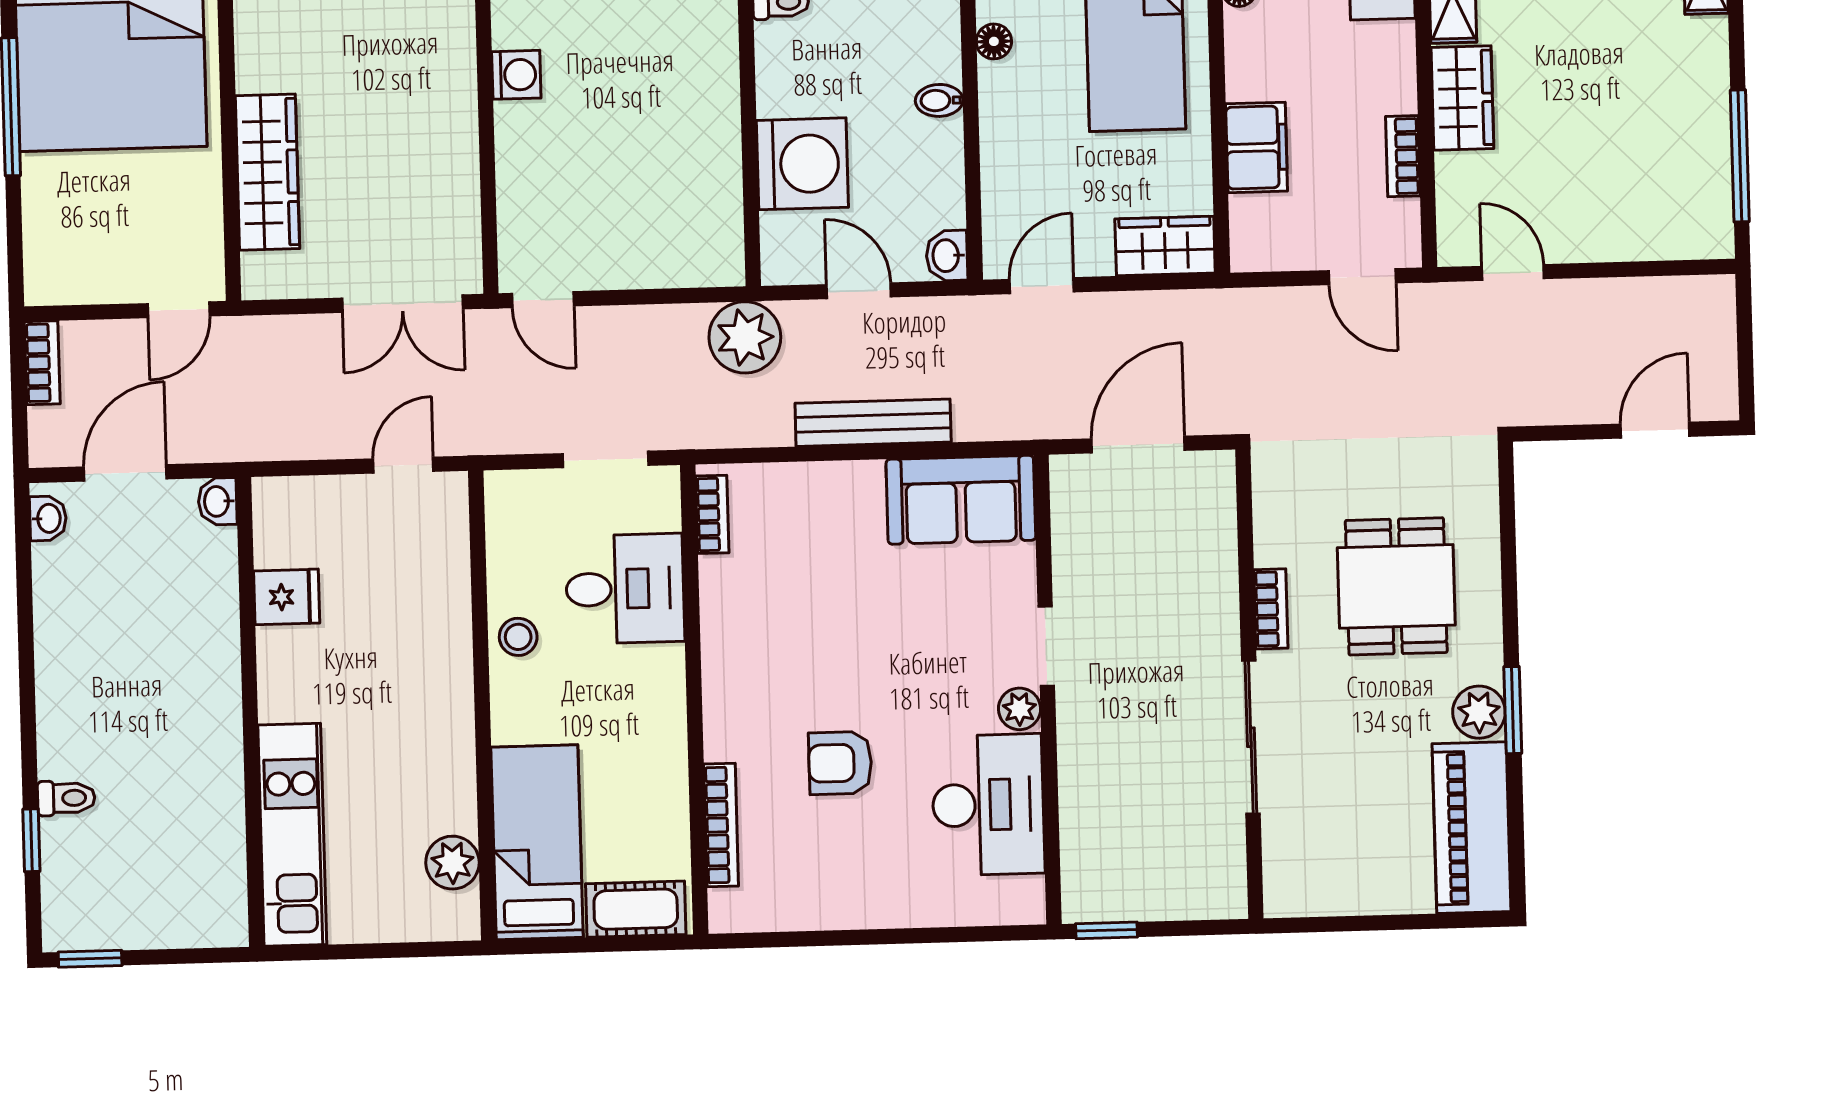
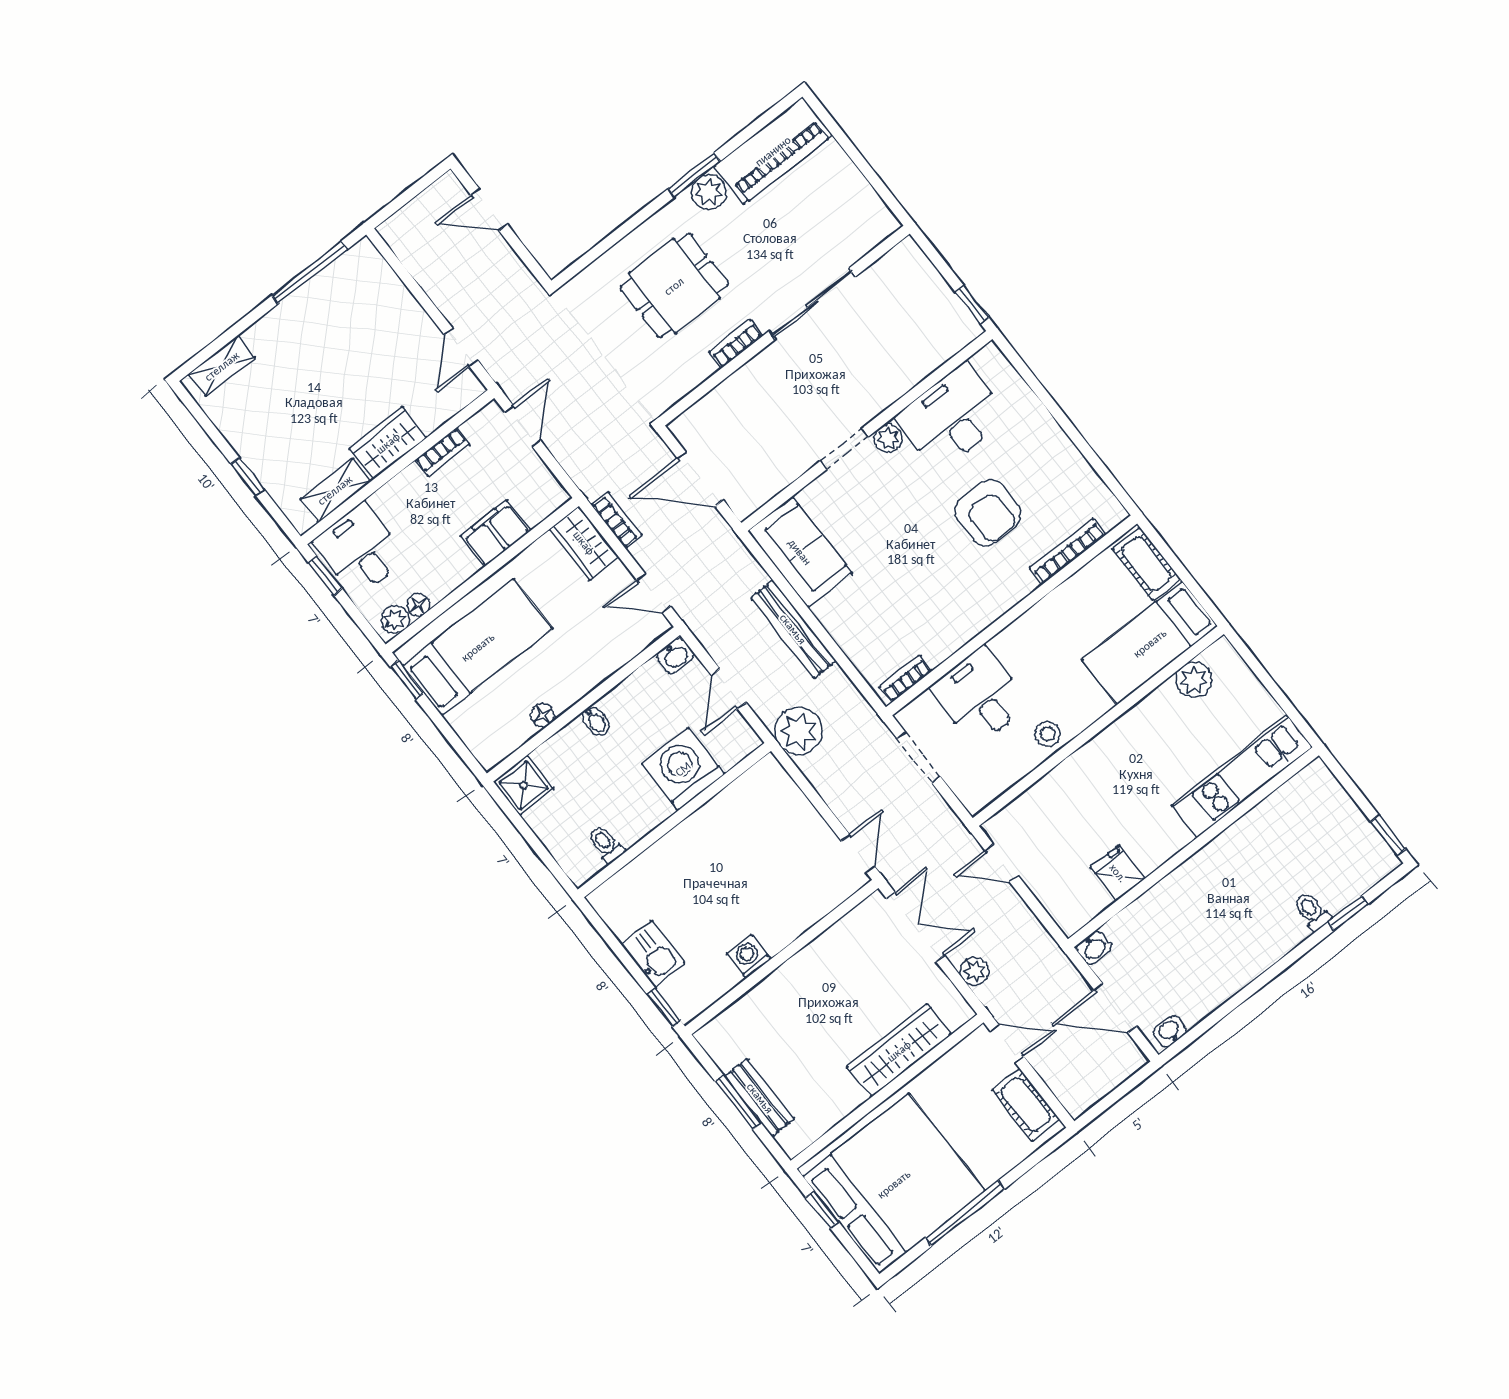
cot: (88, 278) -> (1026, 1105), added
plant: (296, 335) -> (974, 971), added
bookcase: (42, 363) -> (617, 520), moved, turned 90
armchair: (840, 763) -> (988, 513), width x1.38, depth x1.38

